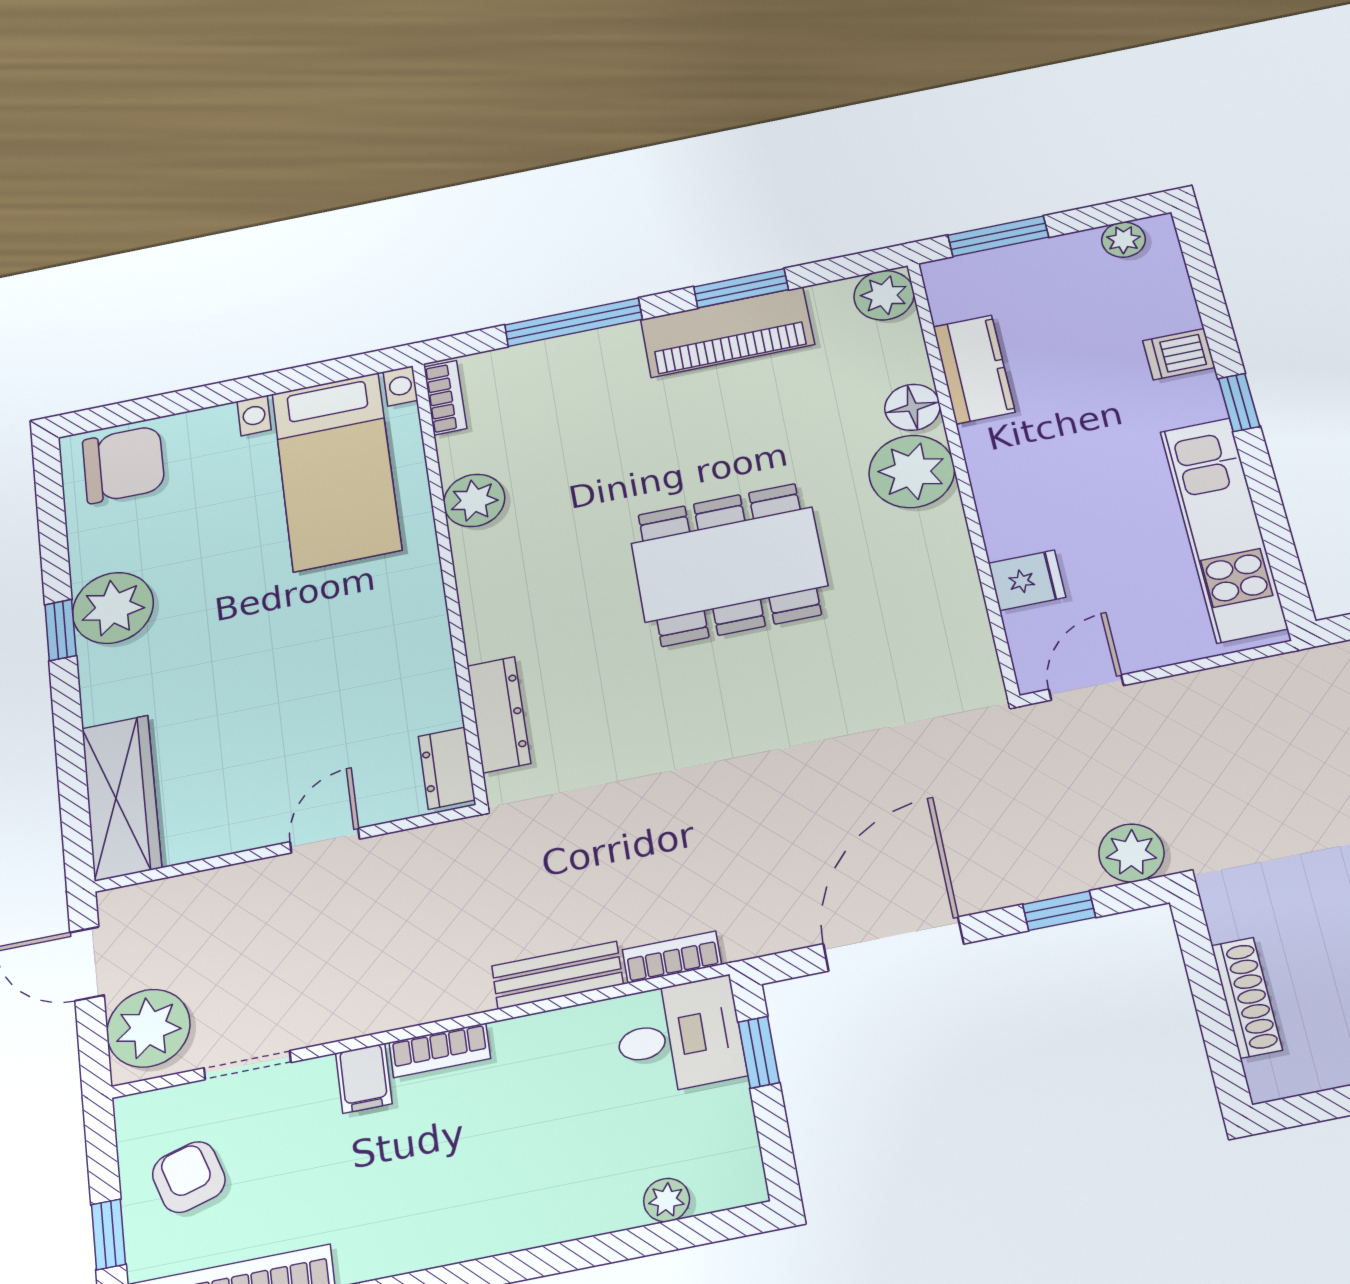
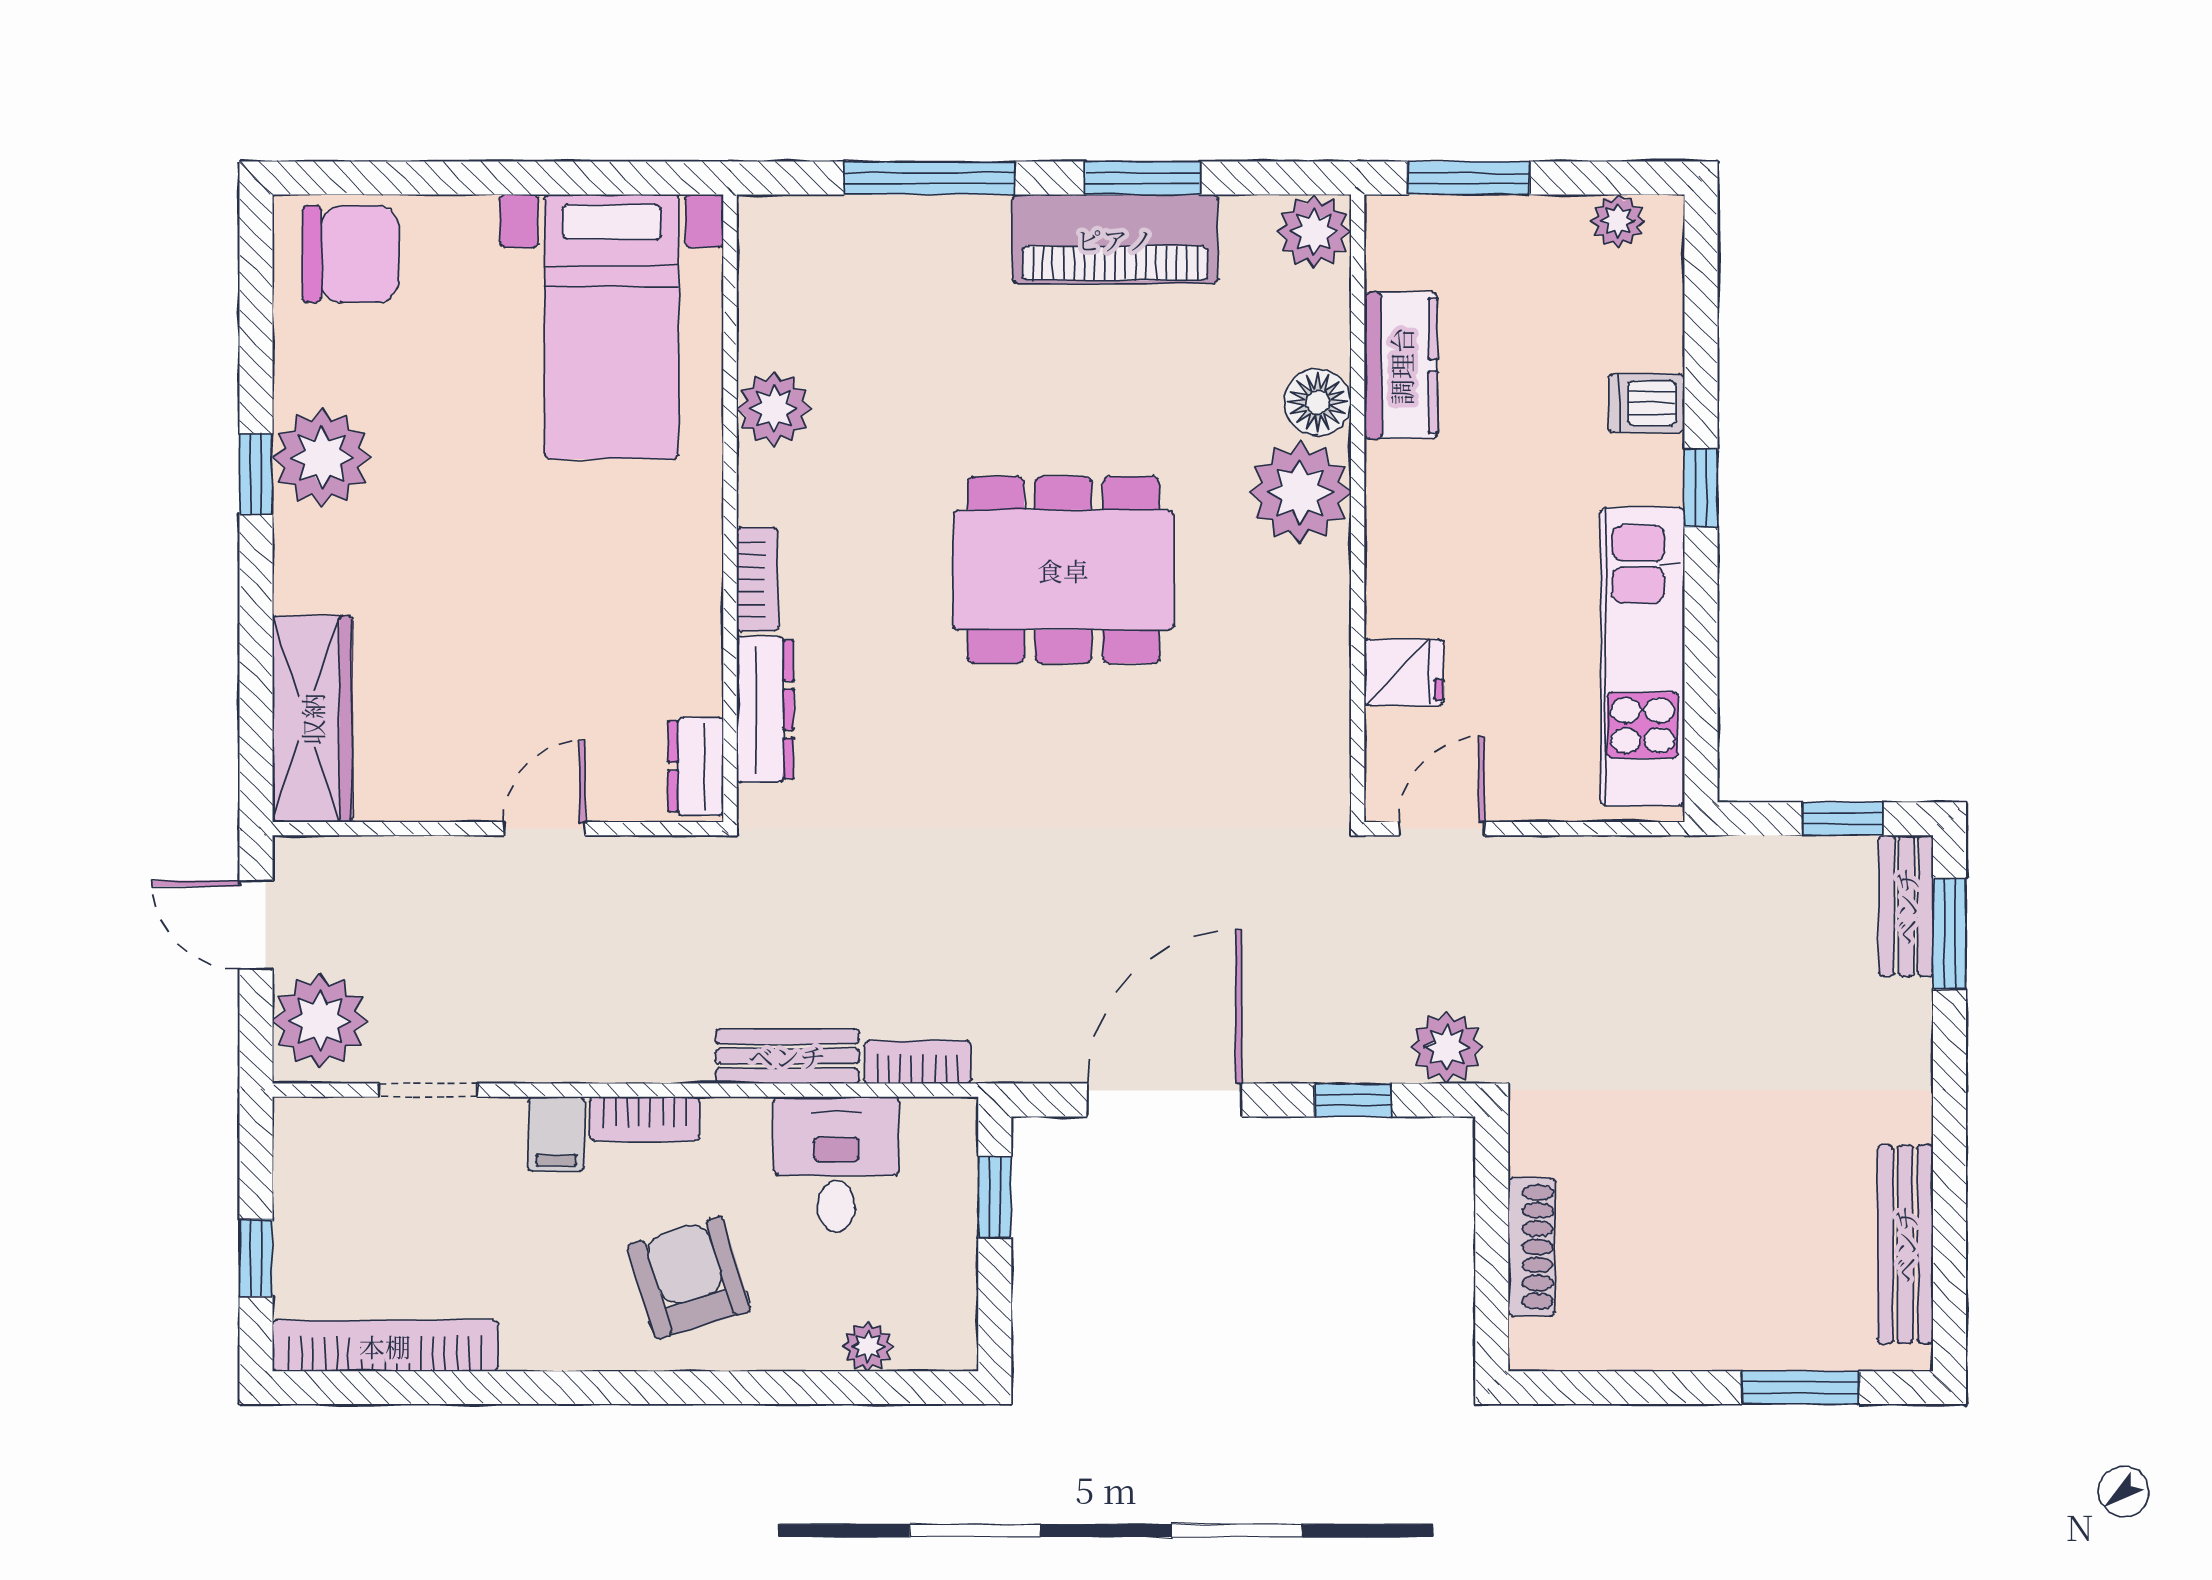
bookcase: (445, 398) -> (757, 579), moved
desk: (679, 1036) -> (836, 1164), moved, turned -90
armchair: (189, 1177) -> (689, 1278), moved, width x1.38, depth x1.38

